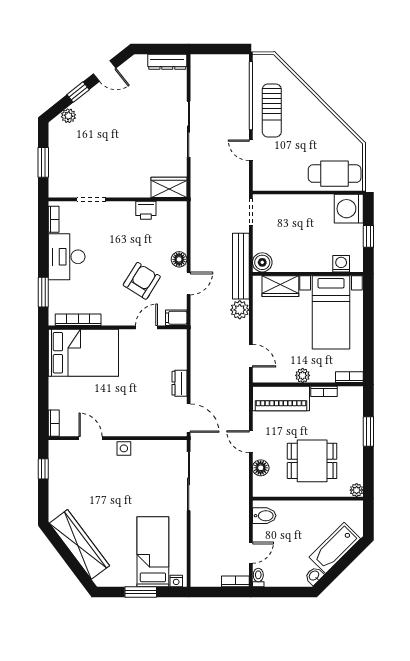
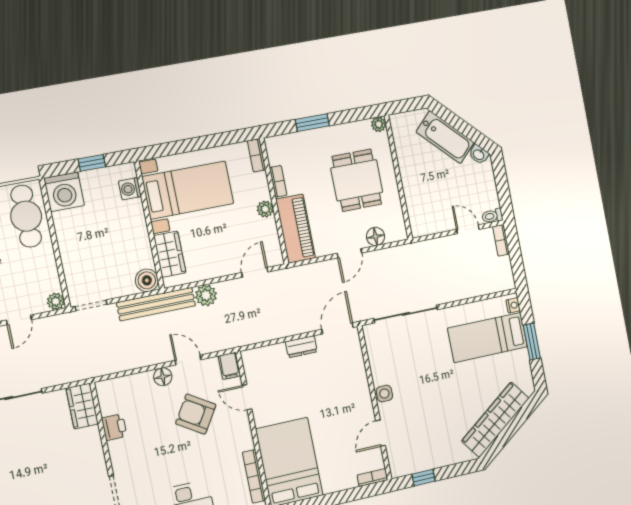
plant: (260, 183) -> (56, 301), added
bidet: (264, 516) -> (426, 222), removed

